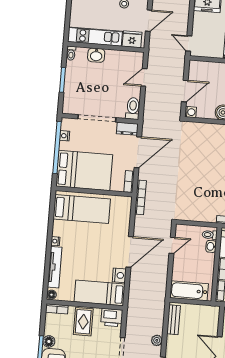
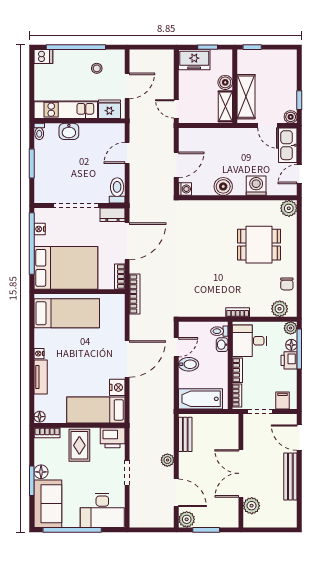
bidet: (181, 261) -> (189, 364), added
tv unit: (55, 267) -> (41, 377), width x0.71

